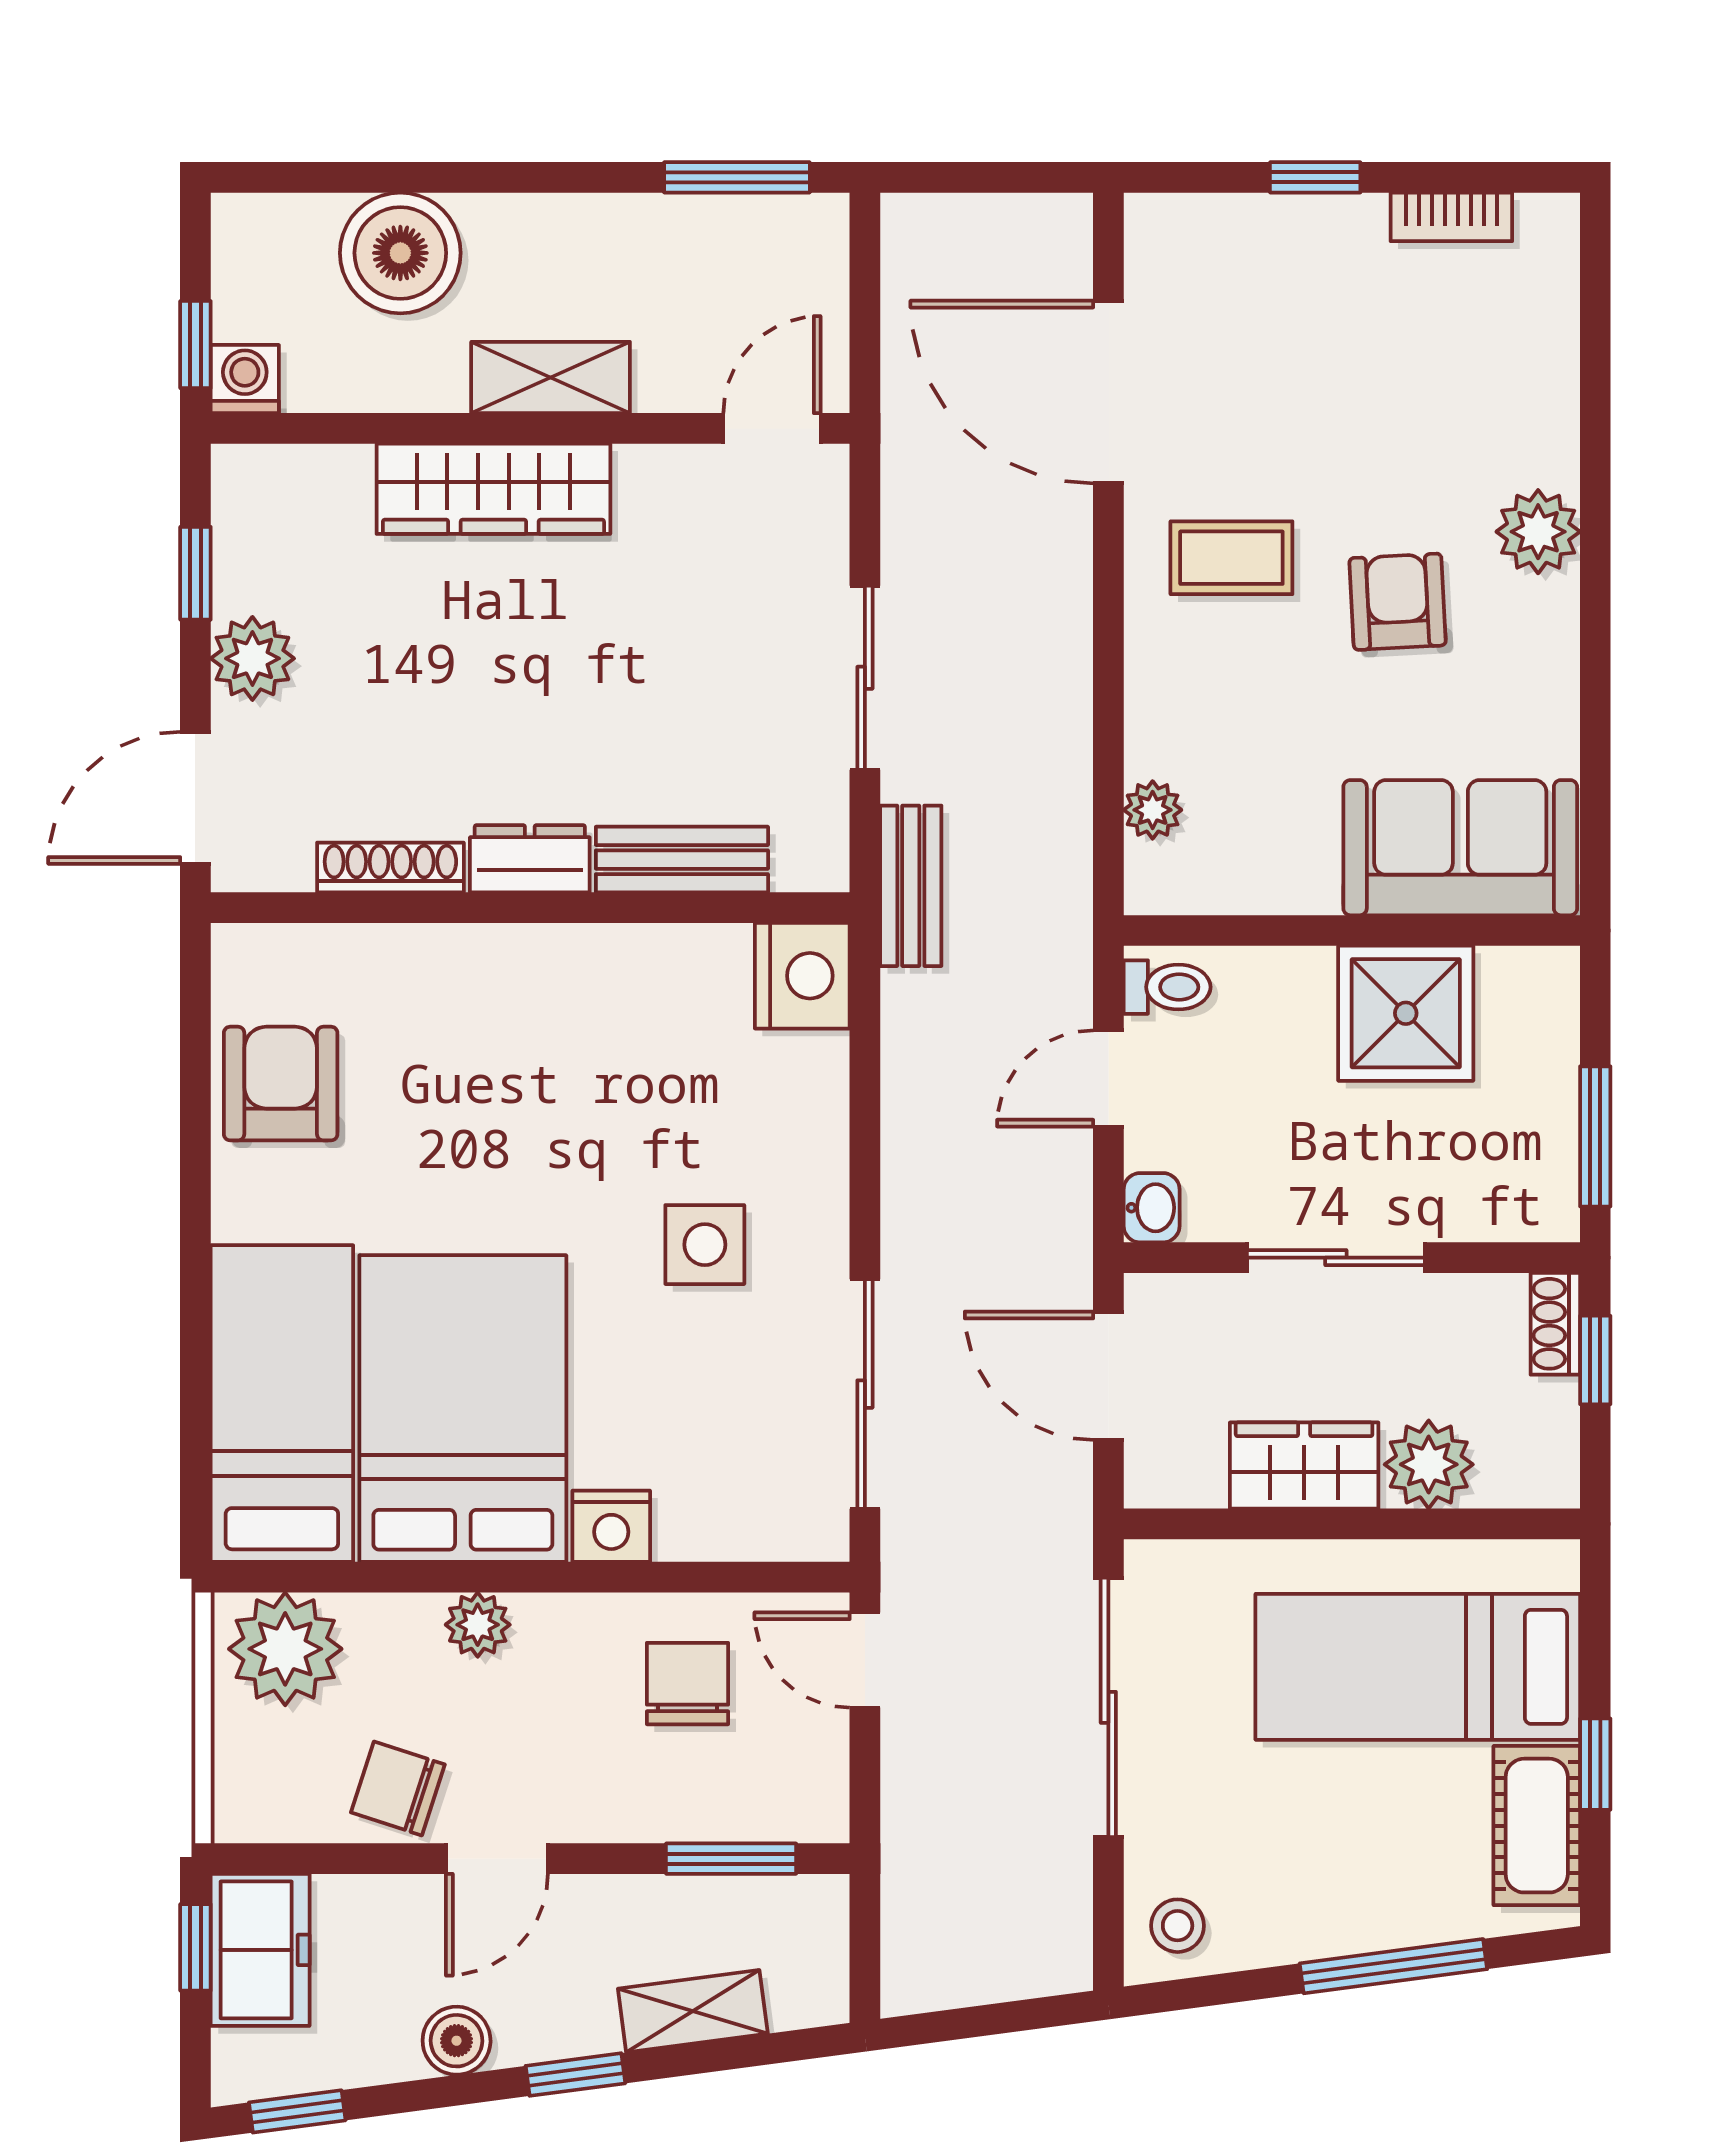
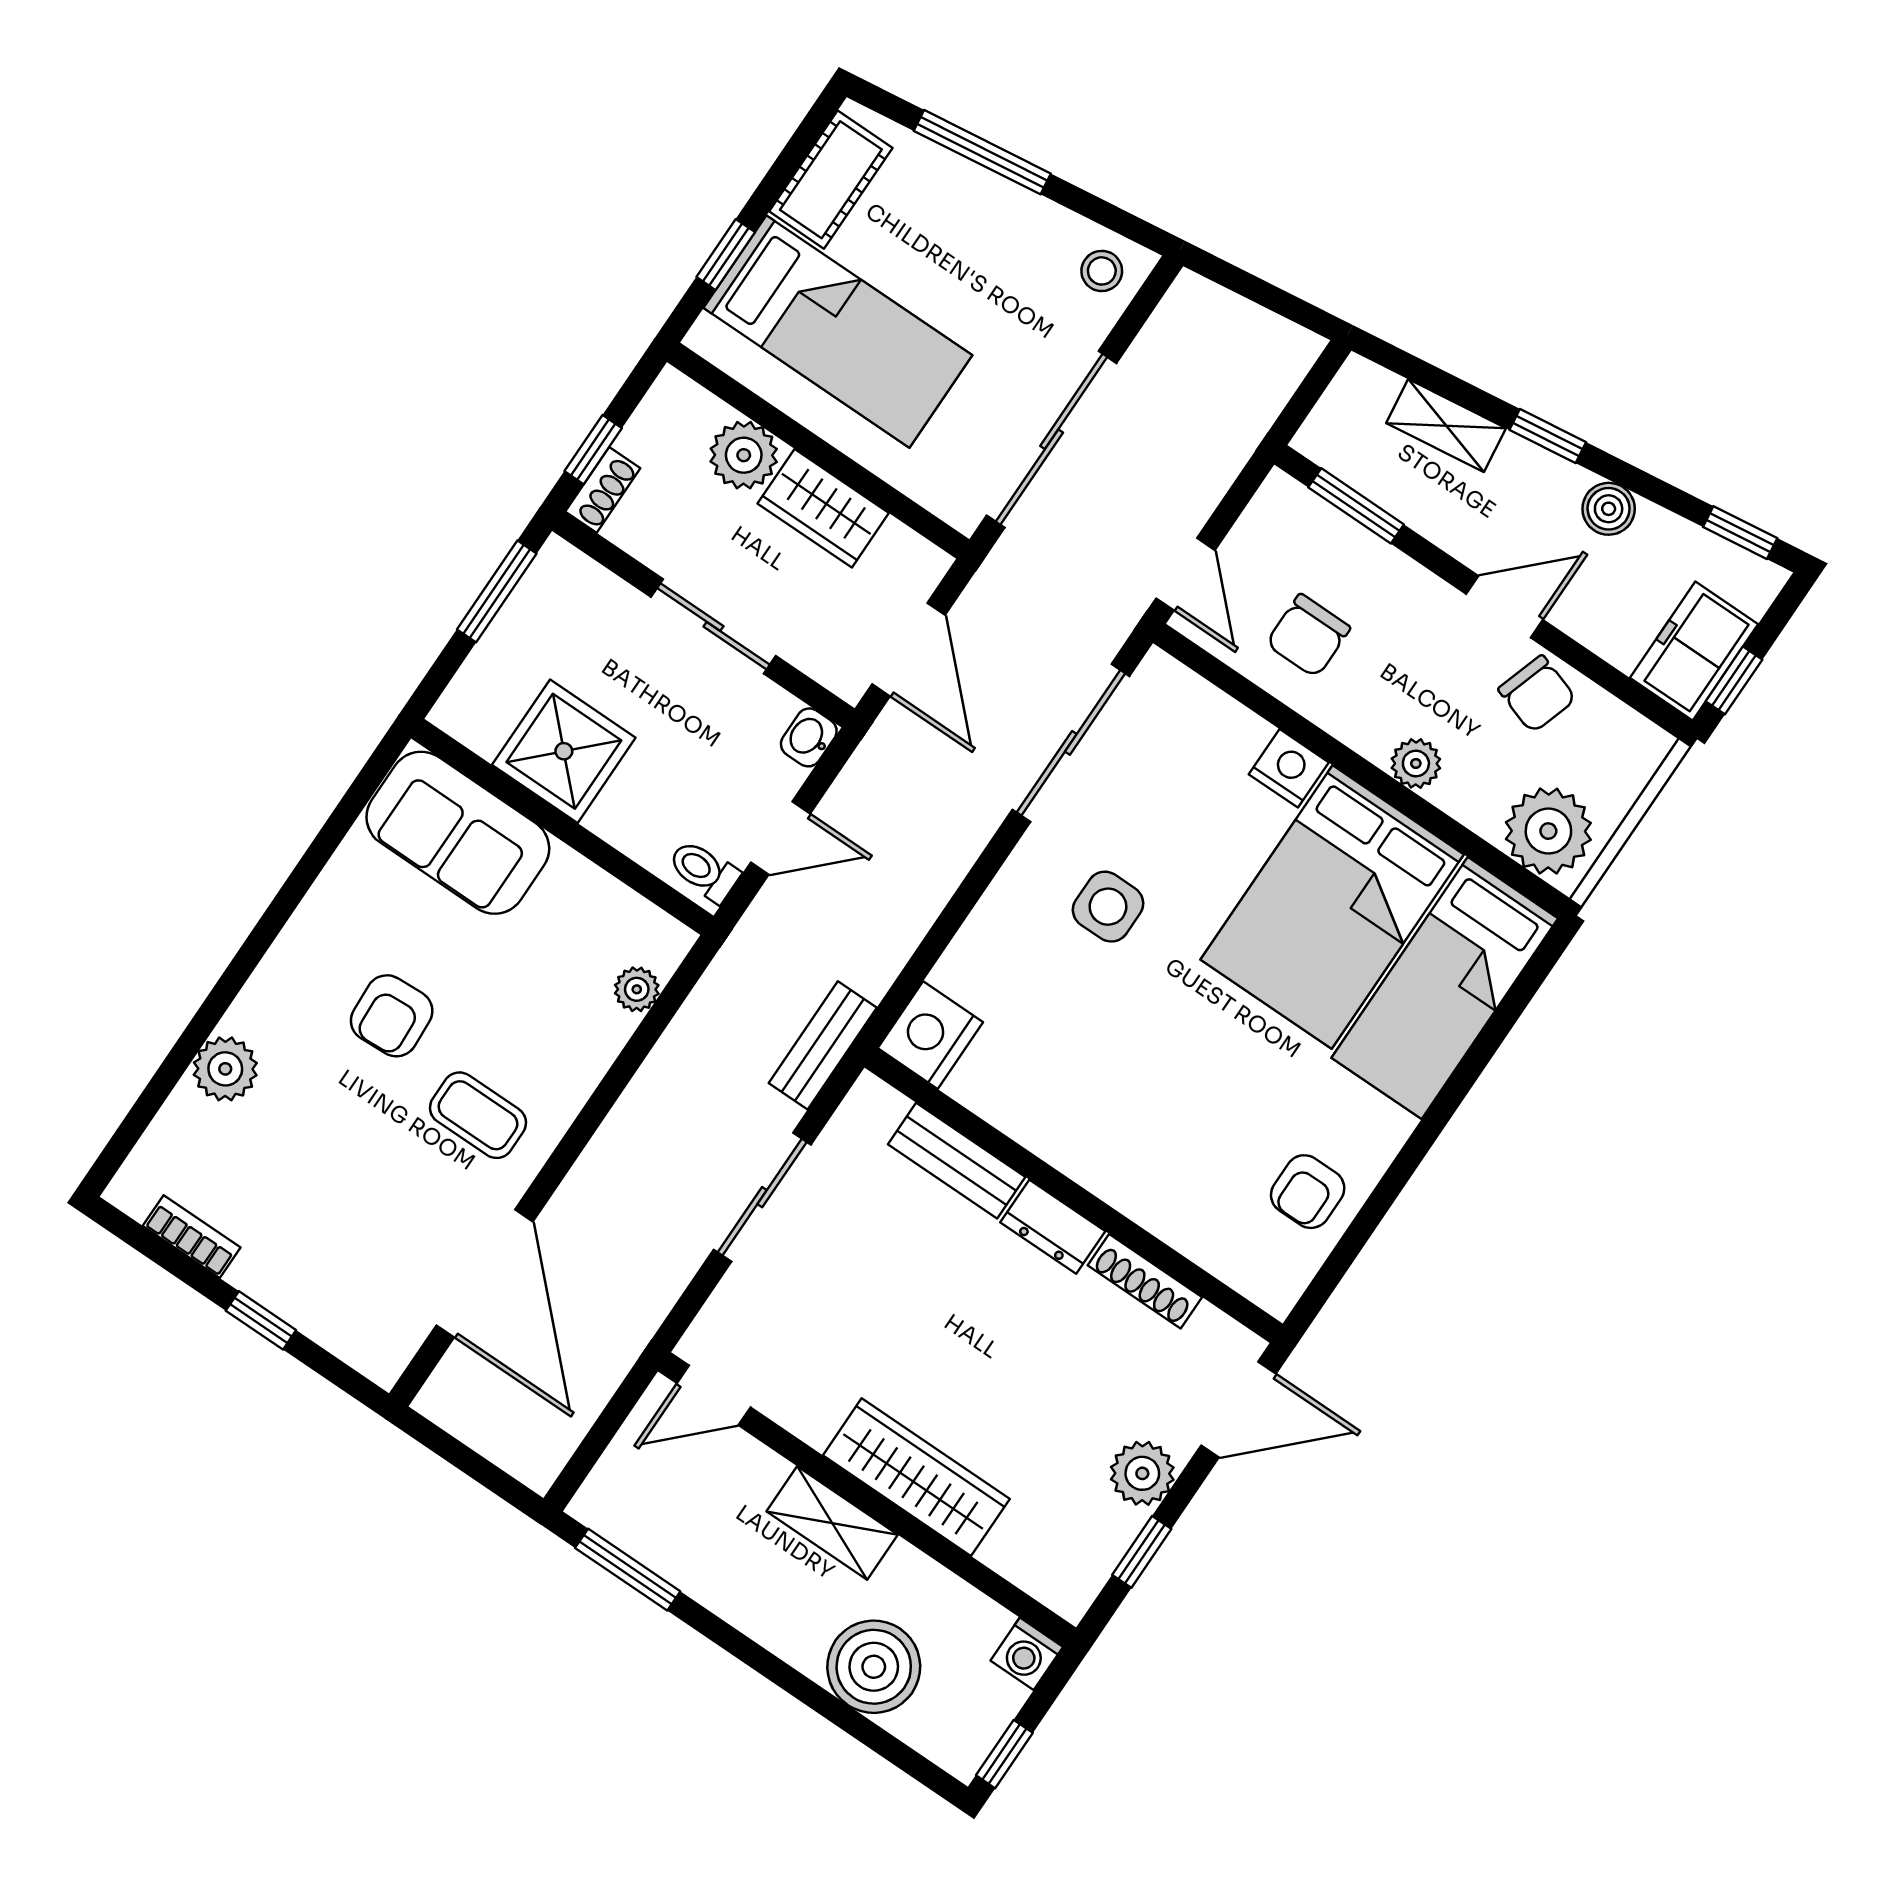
window: (195, 345) -> (1004, 1754), moved
plant: (1538, 532) -> (225, 1069), moved
armchair: (281, 1084) -> (1308, 1192), width x0.72, depth x0.72
window: (1595, 1764) -> (726, 255), moved

